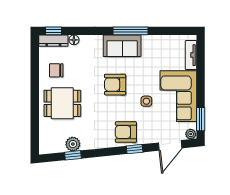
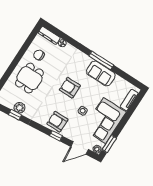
window: (54, 31) -> (53, 29), removed
sofa: (122, 46) -> (101, 73), moved
dining table: (62, 103) -> (29, 78), turned 90

